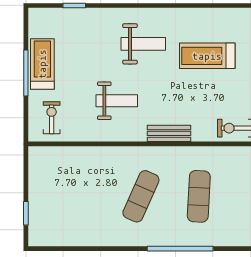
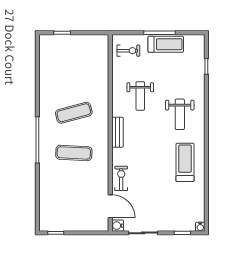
treadmill: (207, 56) -> (185, 162), moved
exercise mat: (141, 196) -> (74, 113), turned -39

